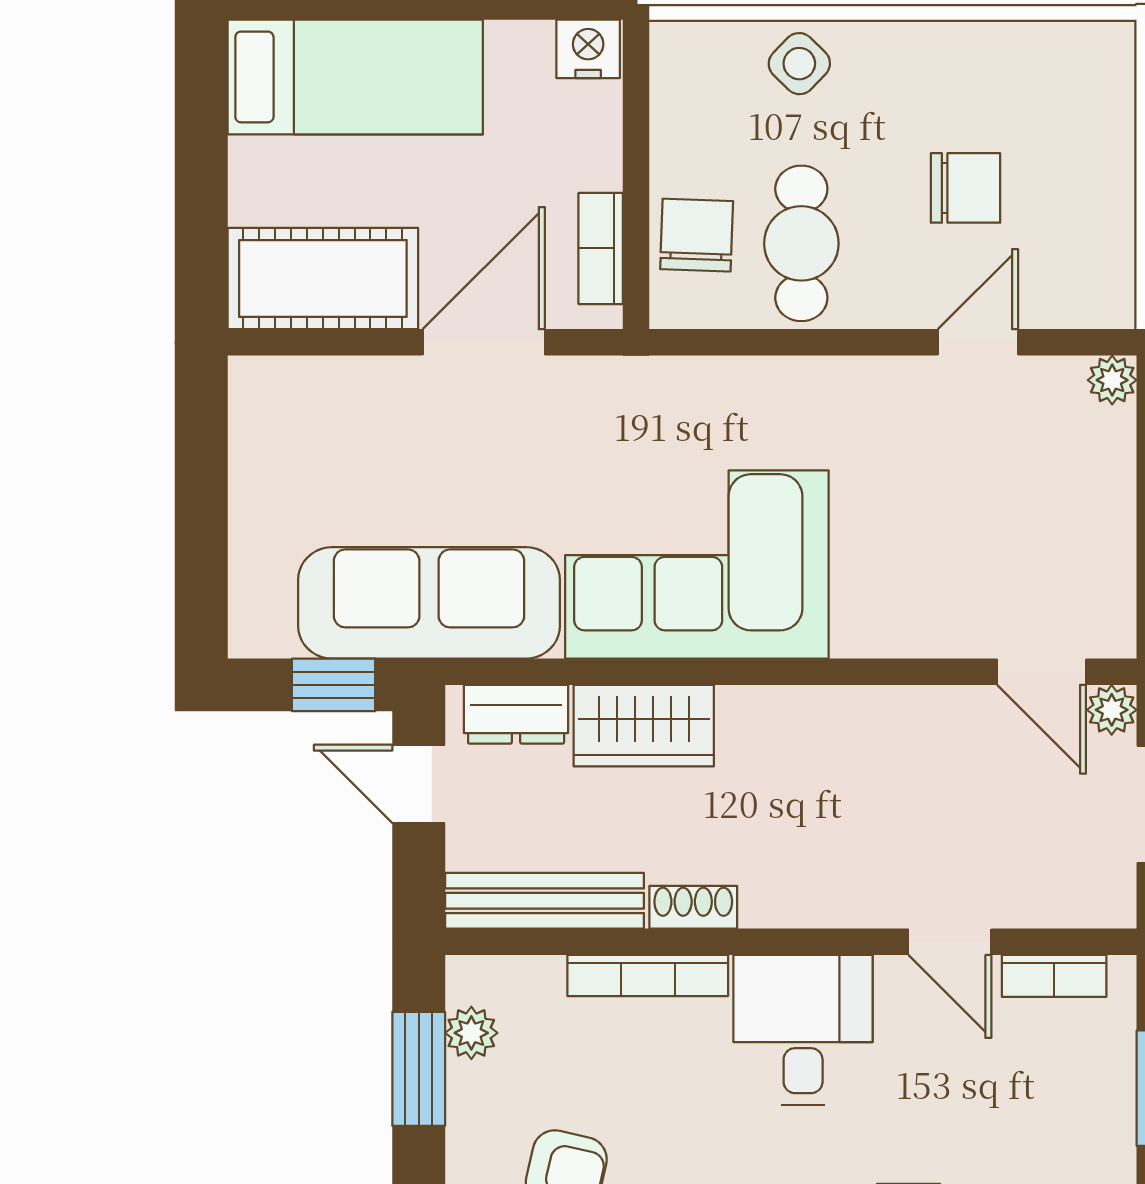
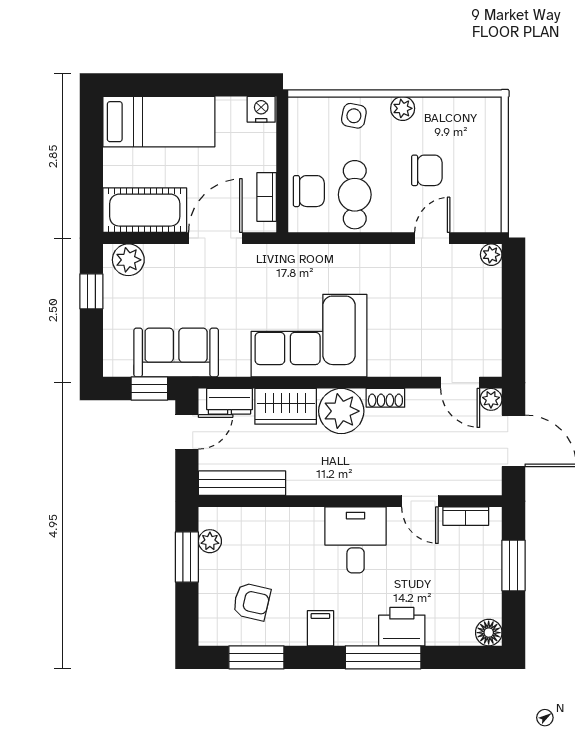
plant: (910, 47) -> (403, 108), added
side table: (799, 64) -> (354, 116), turned -33
chair: (697, 235) -> (309, 191), turned 88
plant: (285, 392) -> (128, 260), added
window: (201, 464) -> (91, 291), added
sofa: (429, 603) -> (176, 352), width x0.73
plant: (771, 736) -> (341, 411), added
door: (419, 784) -> (187, 432), swing flipped
shoe rack: (693, 907) -> (385, 398), moved, turned 180
bookcase: (648, 976) -> (287, 516), removed

